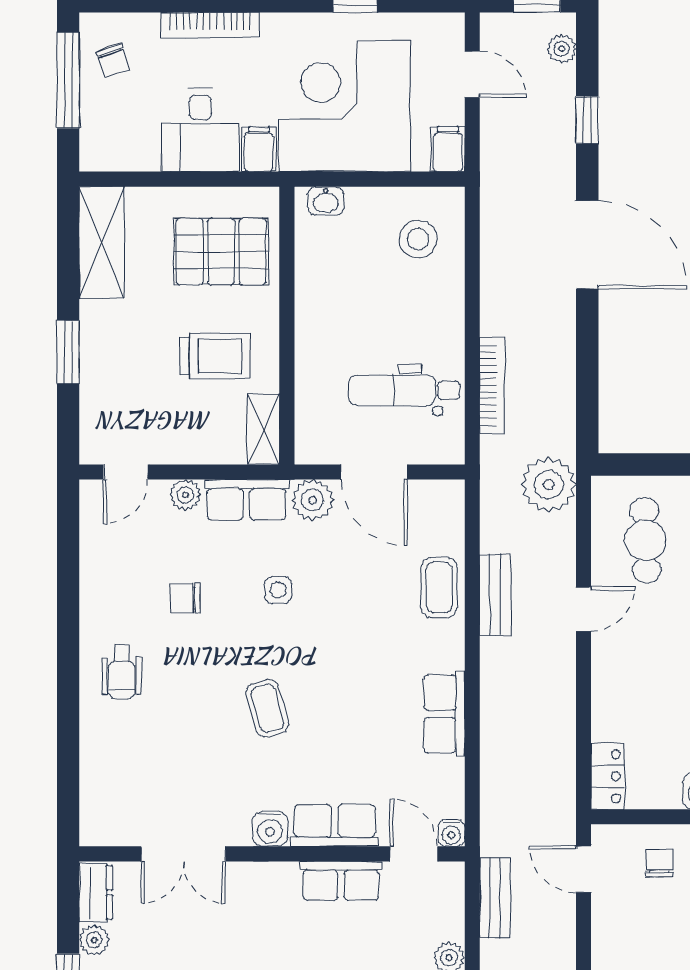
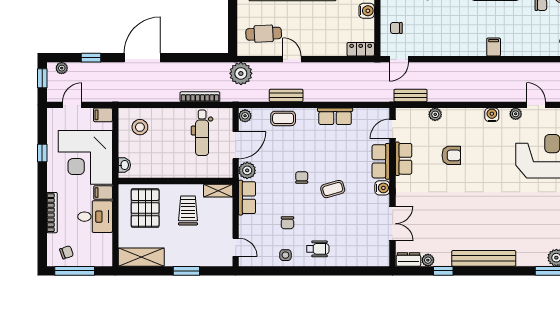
plant: (185, 495) -> (245, 116), moved
side table: (278, 590) -> (285, 255), moved
chair: (296, 633) -> (302, 177), added
water cooler: (451, 833) -> (384, 113), removed

